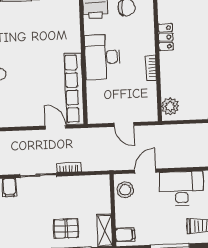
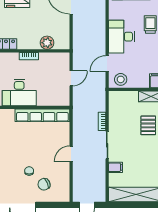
plant: (170, 106) -> (47, 43), moved
door: (56, 127) -> (71, 154), moved
door: (145, 171) -> (107, 64), hinge flipped

